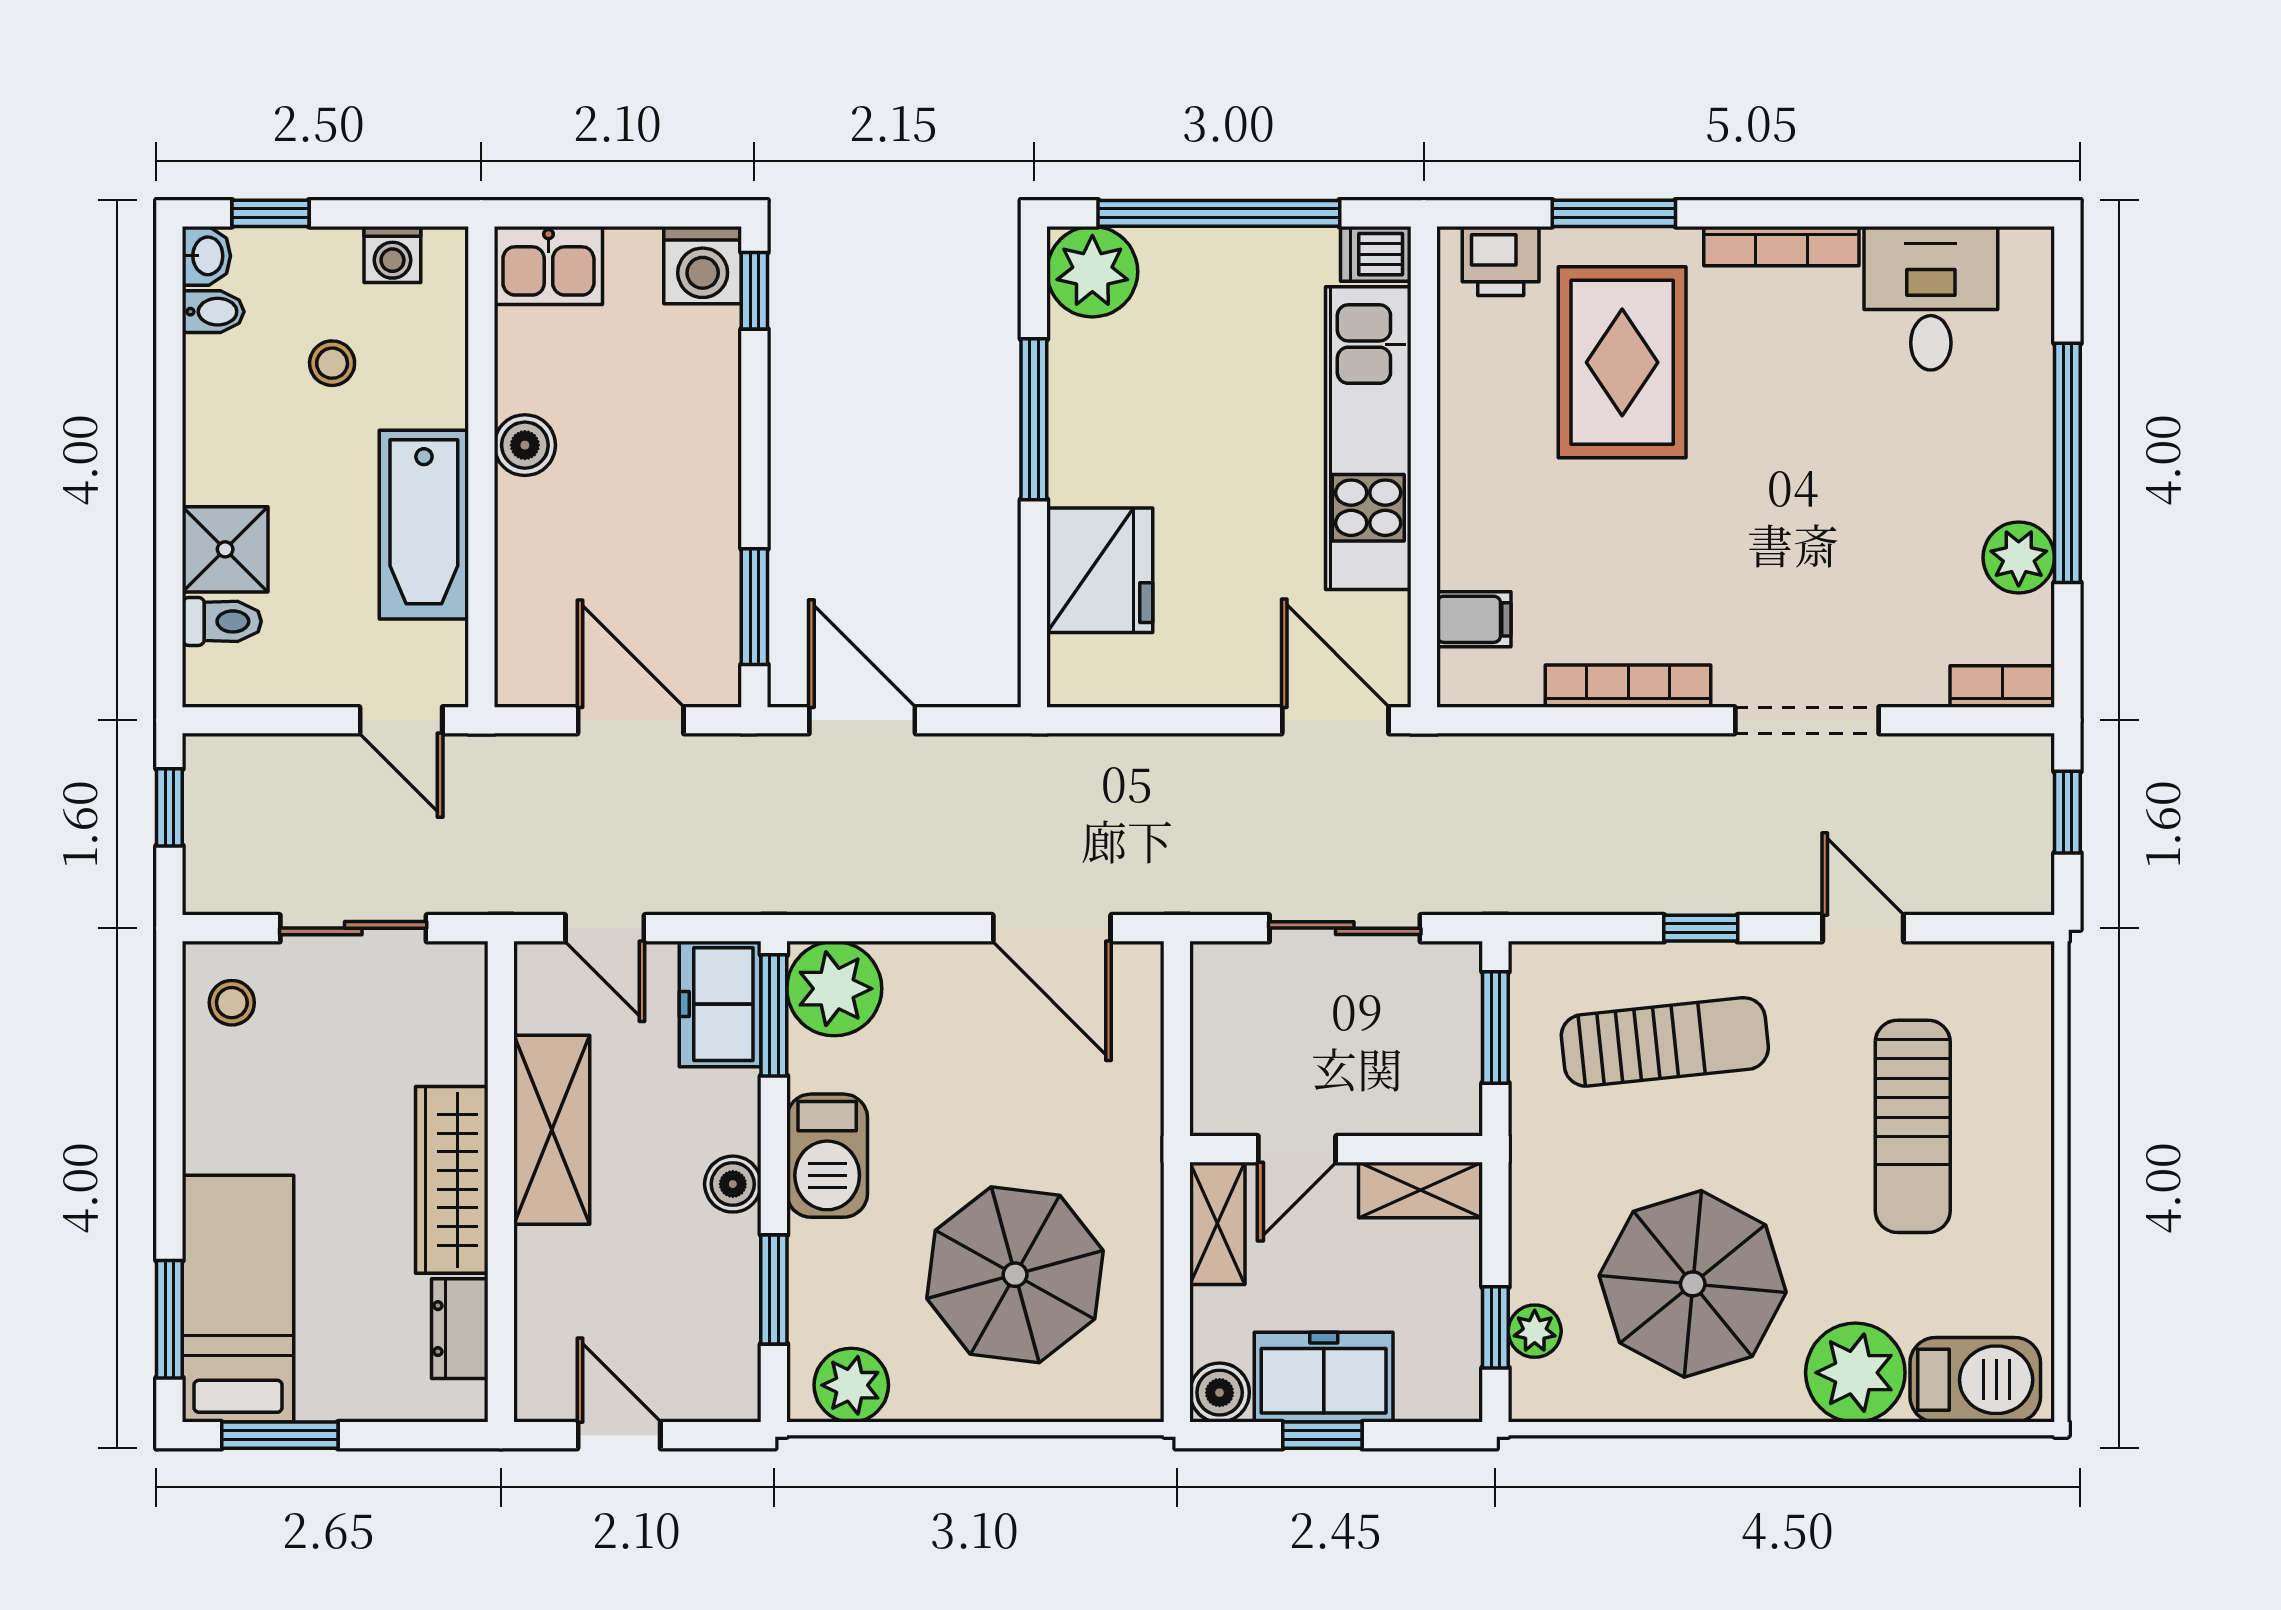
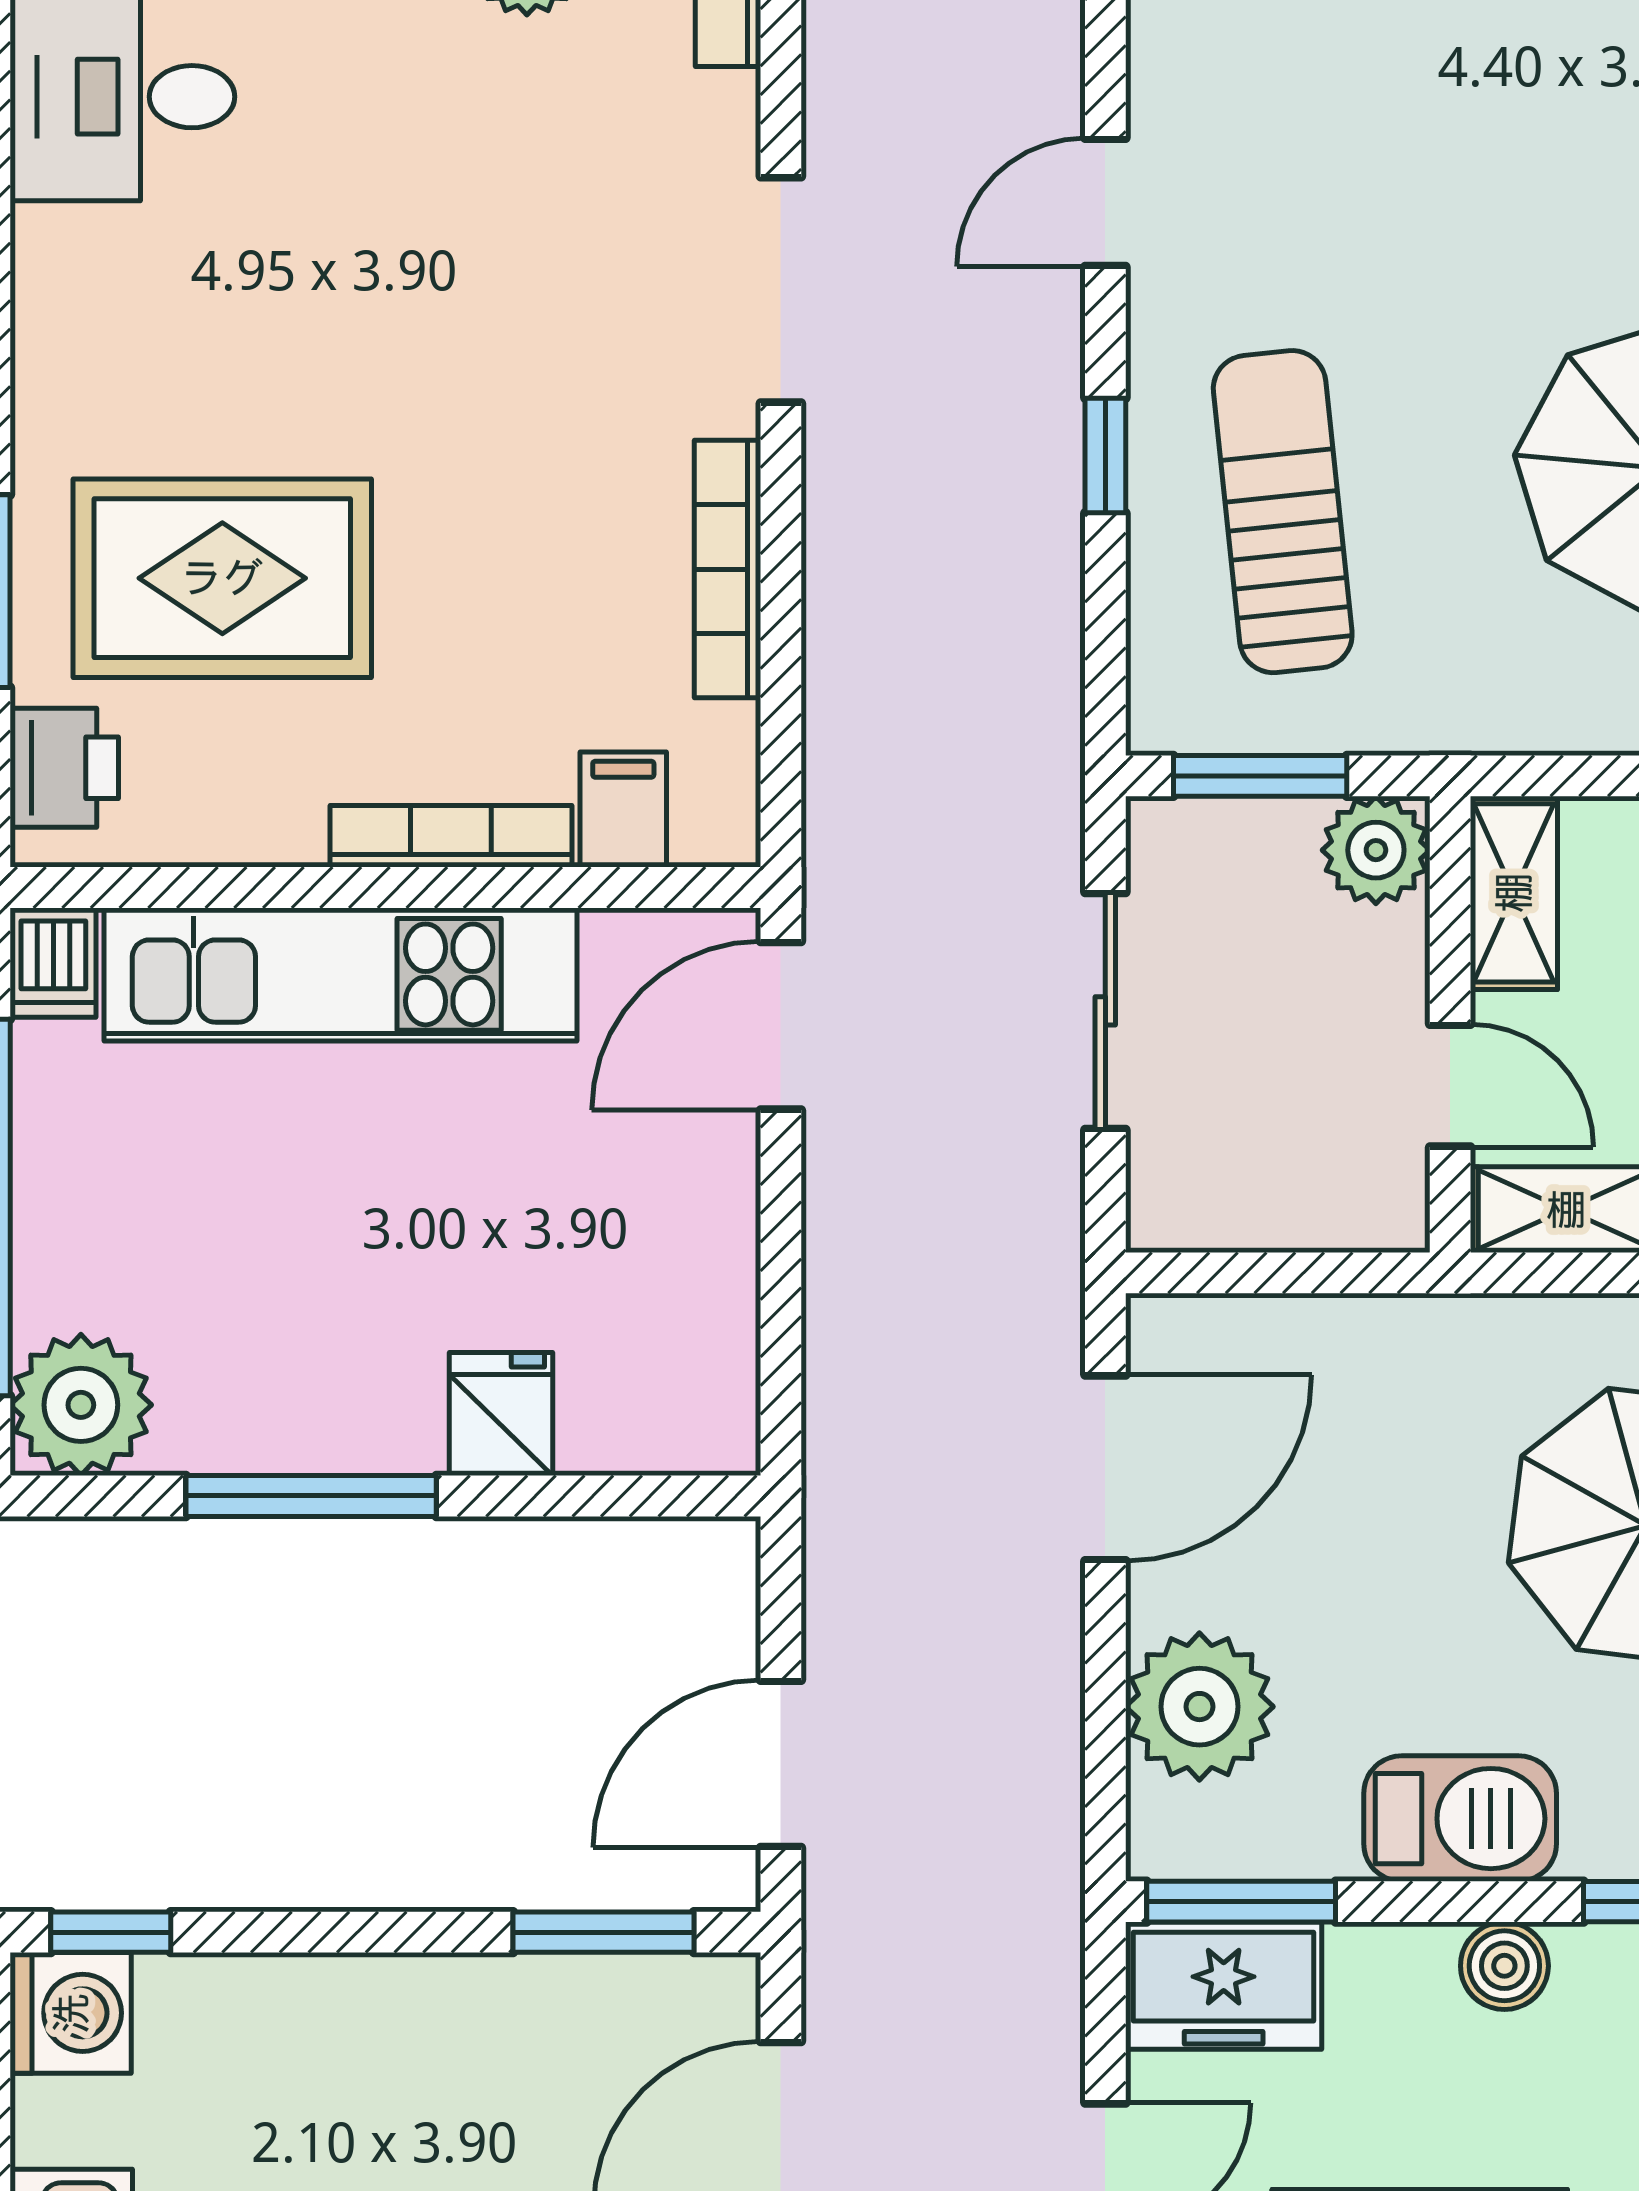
bookcase: (1781, 246) -> (451, 836), moved, turned -90
fridge: (1100, 570) -> (501, 1414), width x0.53, depth x0.75
plant: (834, 989) -> (1199, 1707), moved
plant: (1448, 1102) -> (1376, 850), added
sun lounger: (1913, 1126) -> (1414, 125), removed

